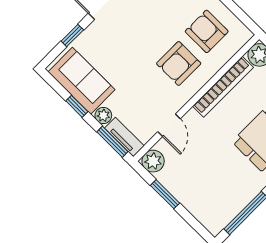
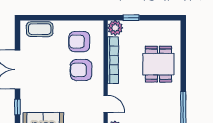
armchair: (179, 63) -> (81, 70), turned 90

